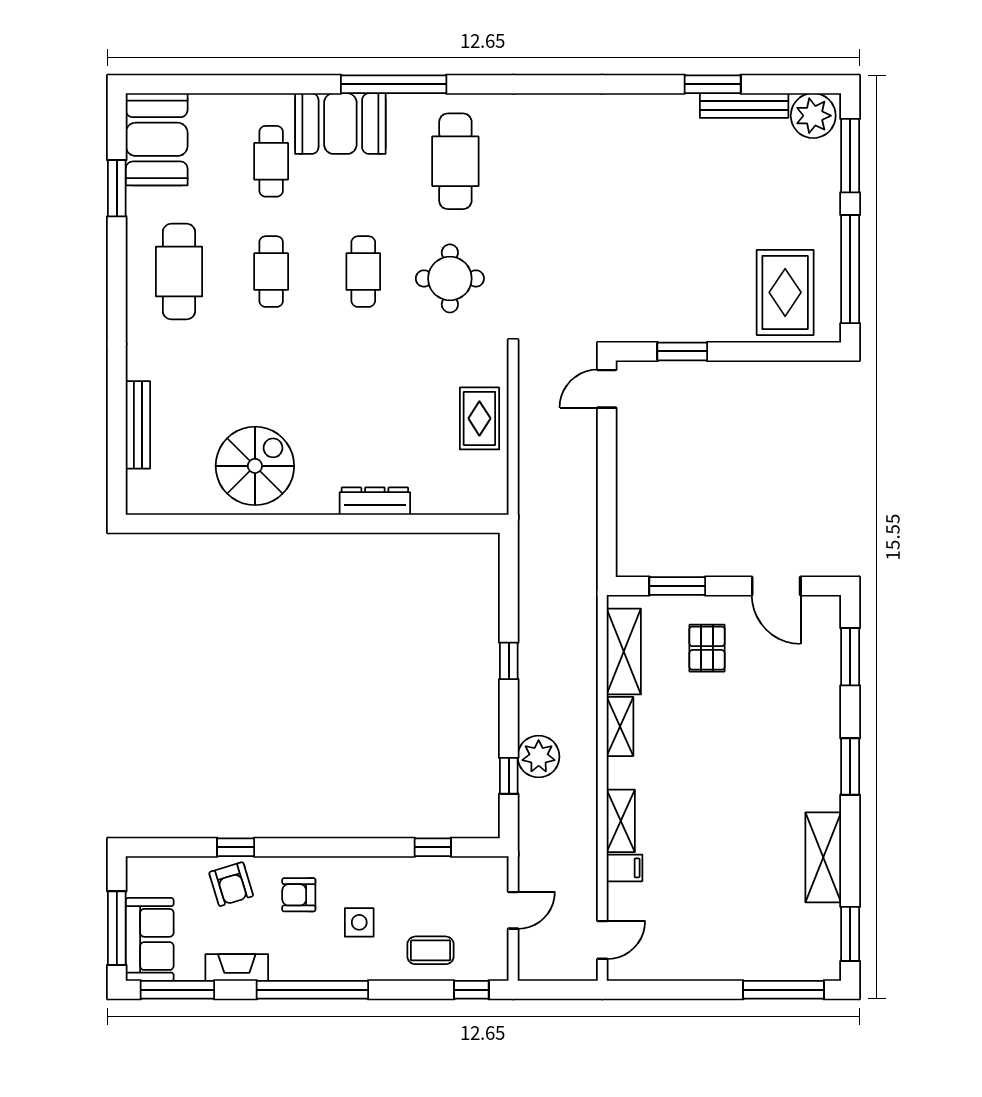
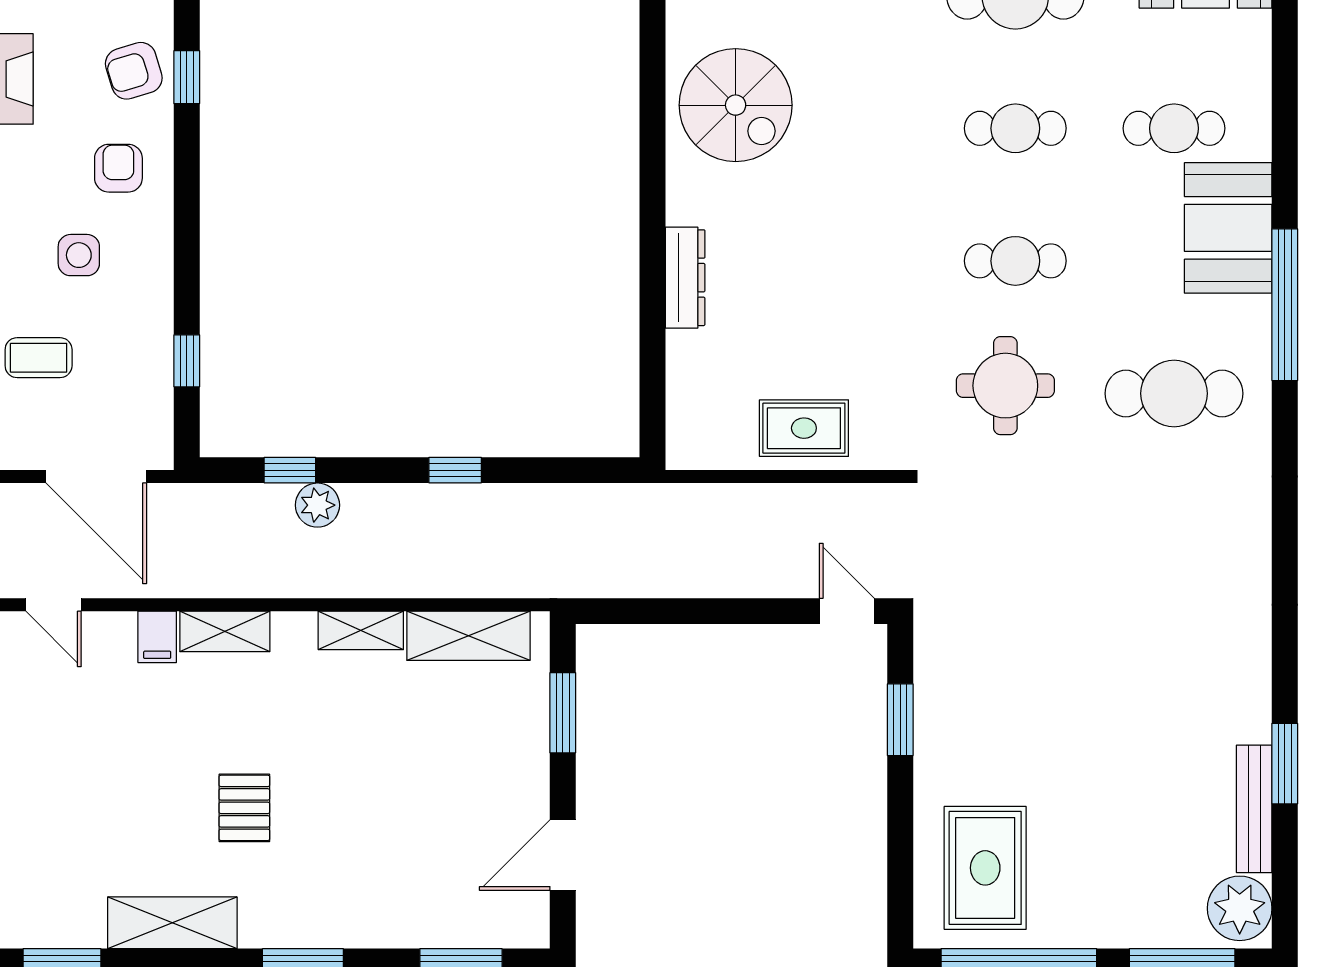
rug: (785, 292) -> (985, 868), turned 90
pallet: (707, 648) -> (244, 808), moved, turned 90
plant: (539, 757) -> (317, 505), width x0.73, depth x0.73
door: (513, 910) -> (96, 477), width x1.88
coffee table: (431, 950) -> (39, 358), turned 90

